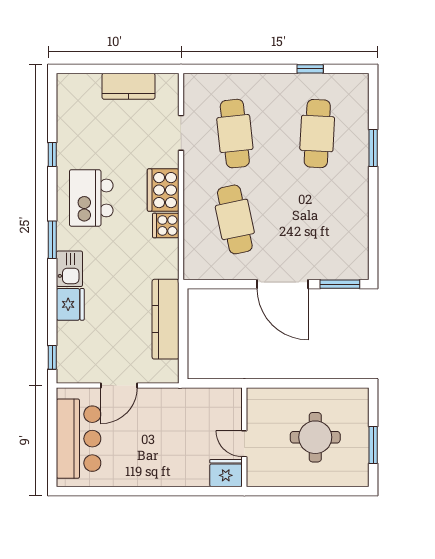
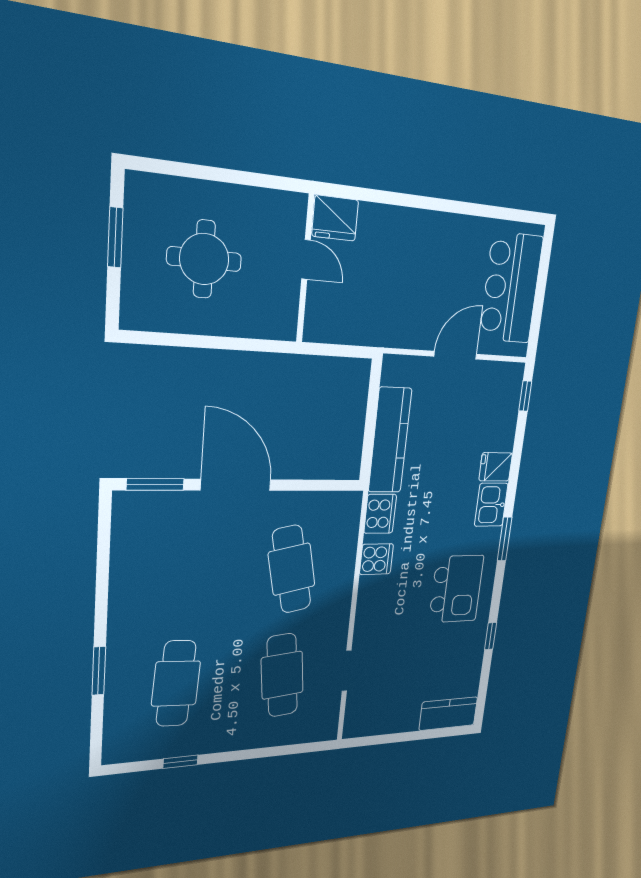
kitchen counter: (128, 86) -> (448, 714), moved
cooker: (163, 190) -> (380, 514), moved, width x0.73, depth x0.76
fridge: (70, 304) -> (496, 467), width x0.72

